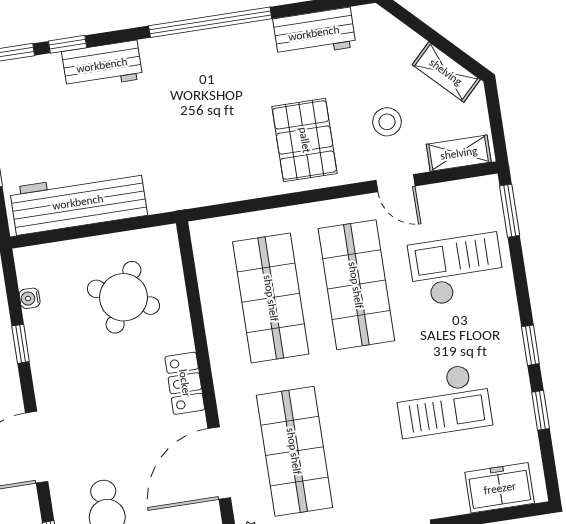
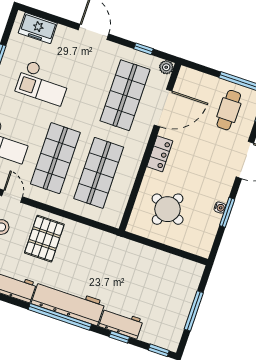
window: (68, 44) -> (119, 337), moved
workbench: (78, 202) -> (68, 303), moved, turned 180
water cooler: (30, 298) -> (220, 208), moved
window: (21, 344) -> (227, 212), width x1.50
checkout: (443, 400) -> (43, 83), turned 180

